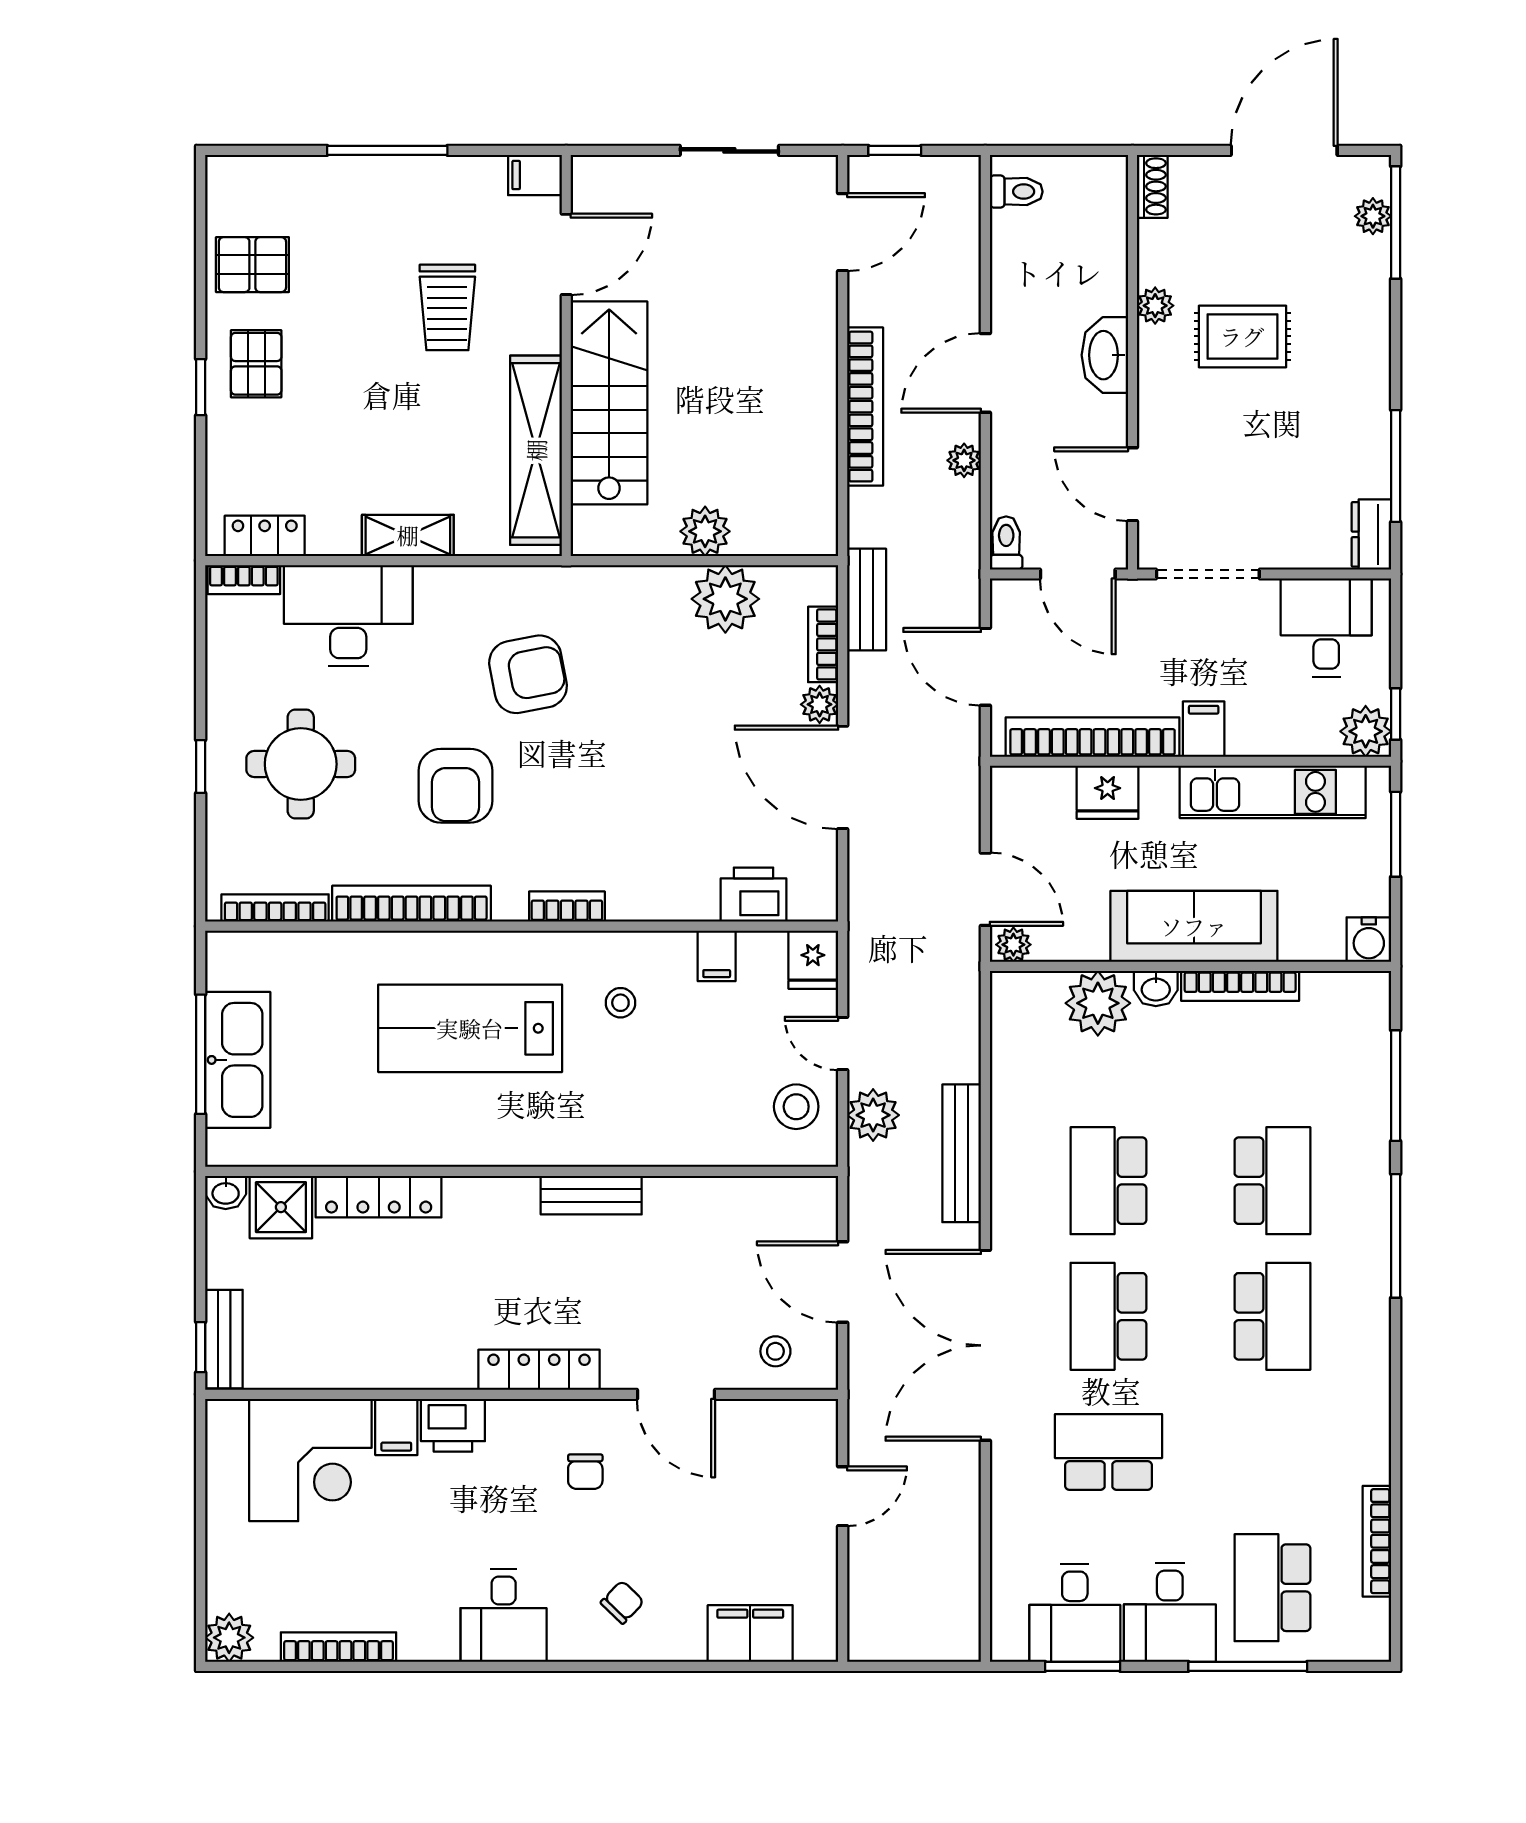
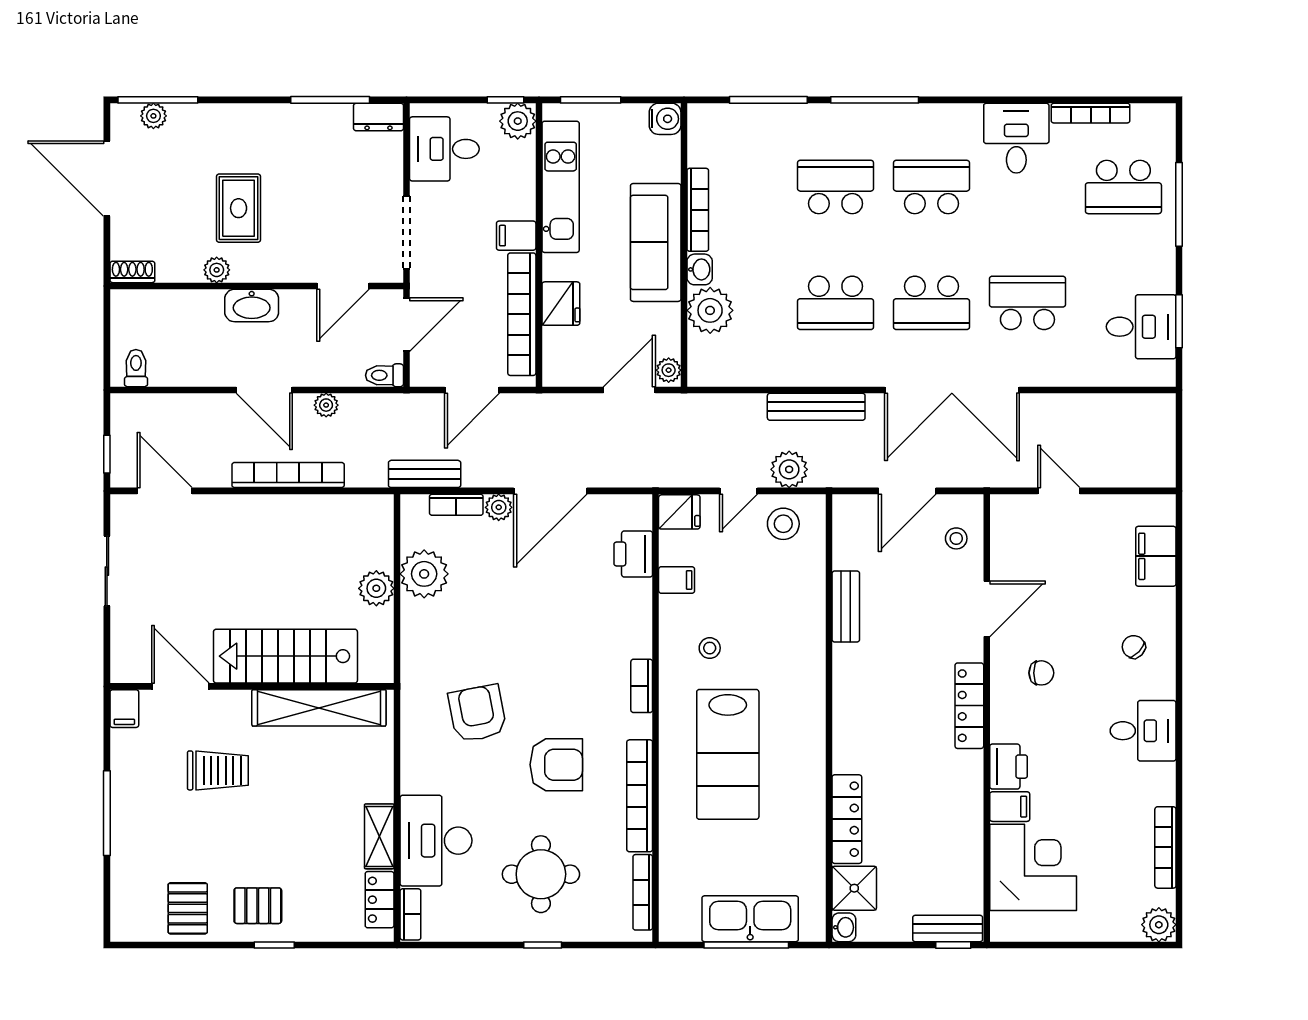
shelving: (408, 535) -> (379, 836), moved
bench: (591, 1195) -> (846, 606), moved
school desk: (1109, 1452) -> (1027, 303), turned 90
desk: (1170, 1612) -> (1016, 138), moved, turned -90

